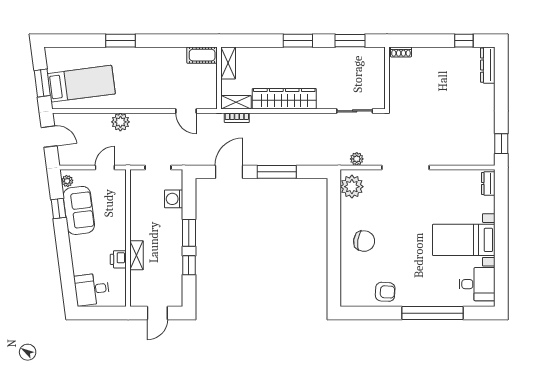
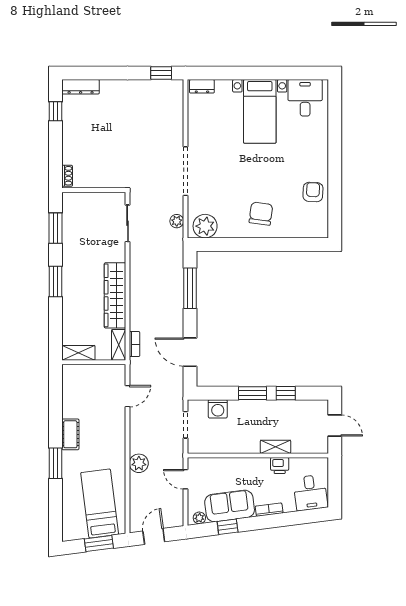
cot: (202, 55) -> (70, 434), moved
window: (277, 172) -> (190, 288), moved
bookcase: (75, 249) -> (269, 510), added
window: (433, 313) -> (335, 143), removed

